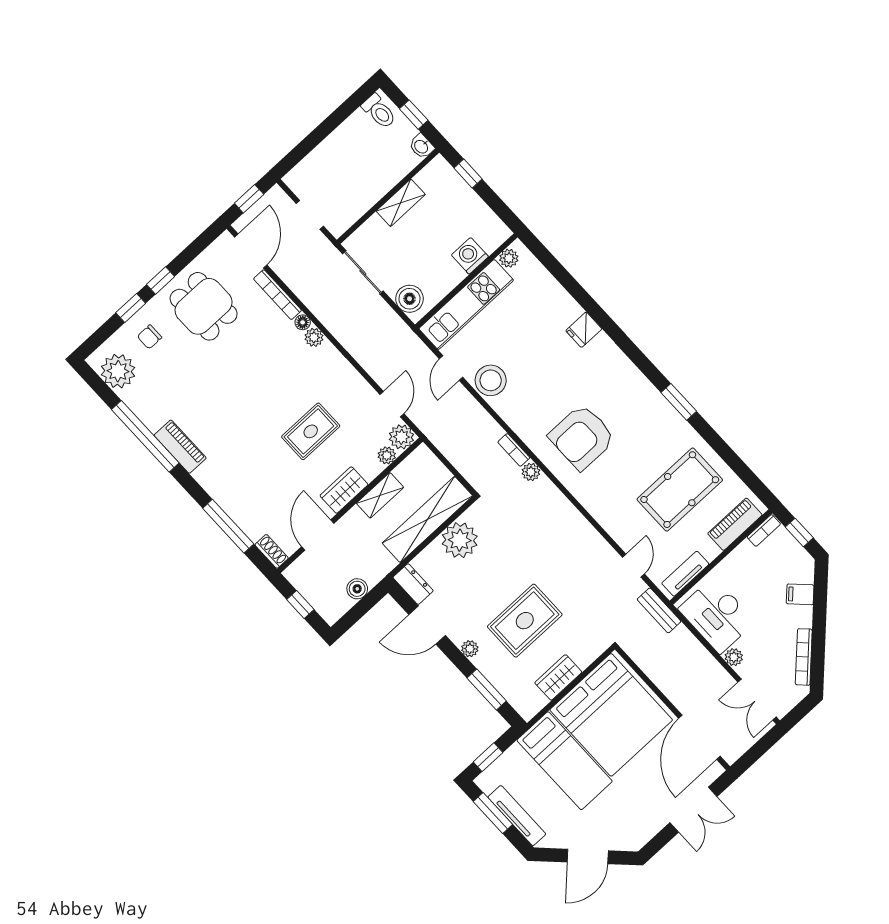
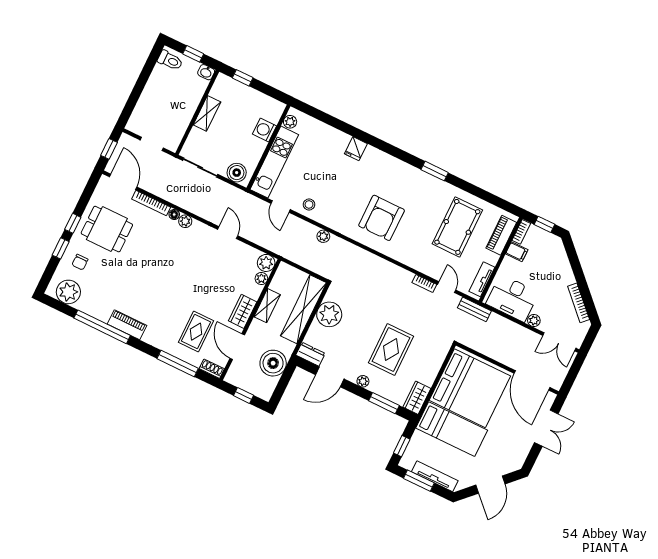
stool: (491, 380) -> (309, 204), width x0.53, depth x0.53
door: (392, 404) -> (228, 233), moved
rug: (311, 431) -> (196, 332), moved
bookcase: (514, 450) -> (424, 283), moved
plant: (531, 472) -> (323, 236), moved
boiler: (357, 589) -> (273, 363), width x1.86, depth x1.86
filing cabinet: (800, 594) -> (517, 252), moved, turned -135
wardrobe: (558, 677) -> (417, 398), moved

